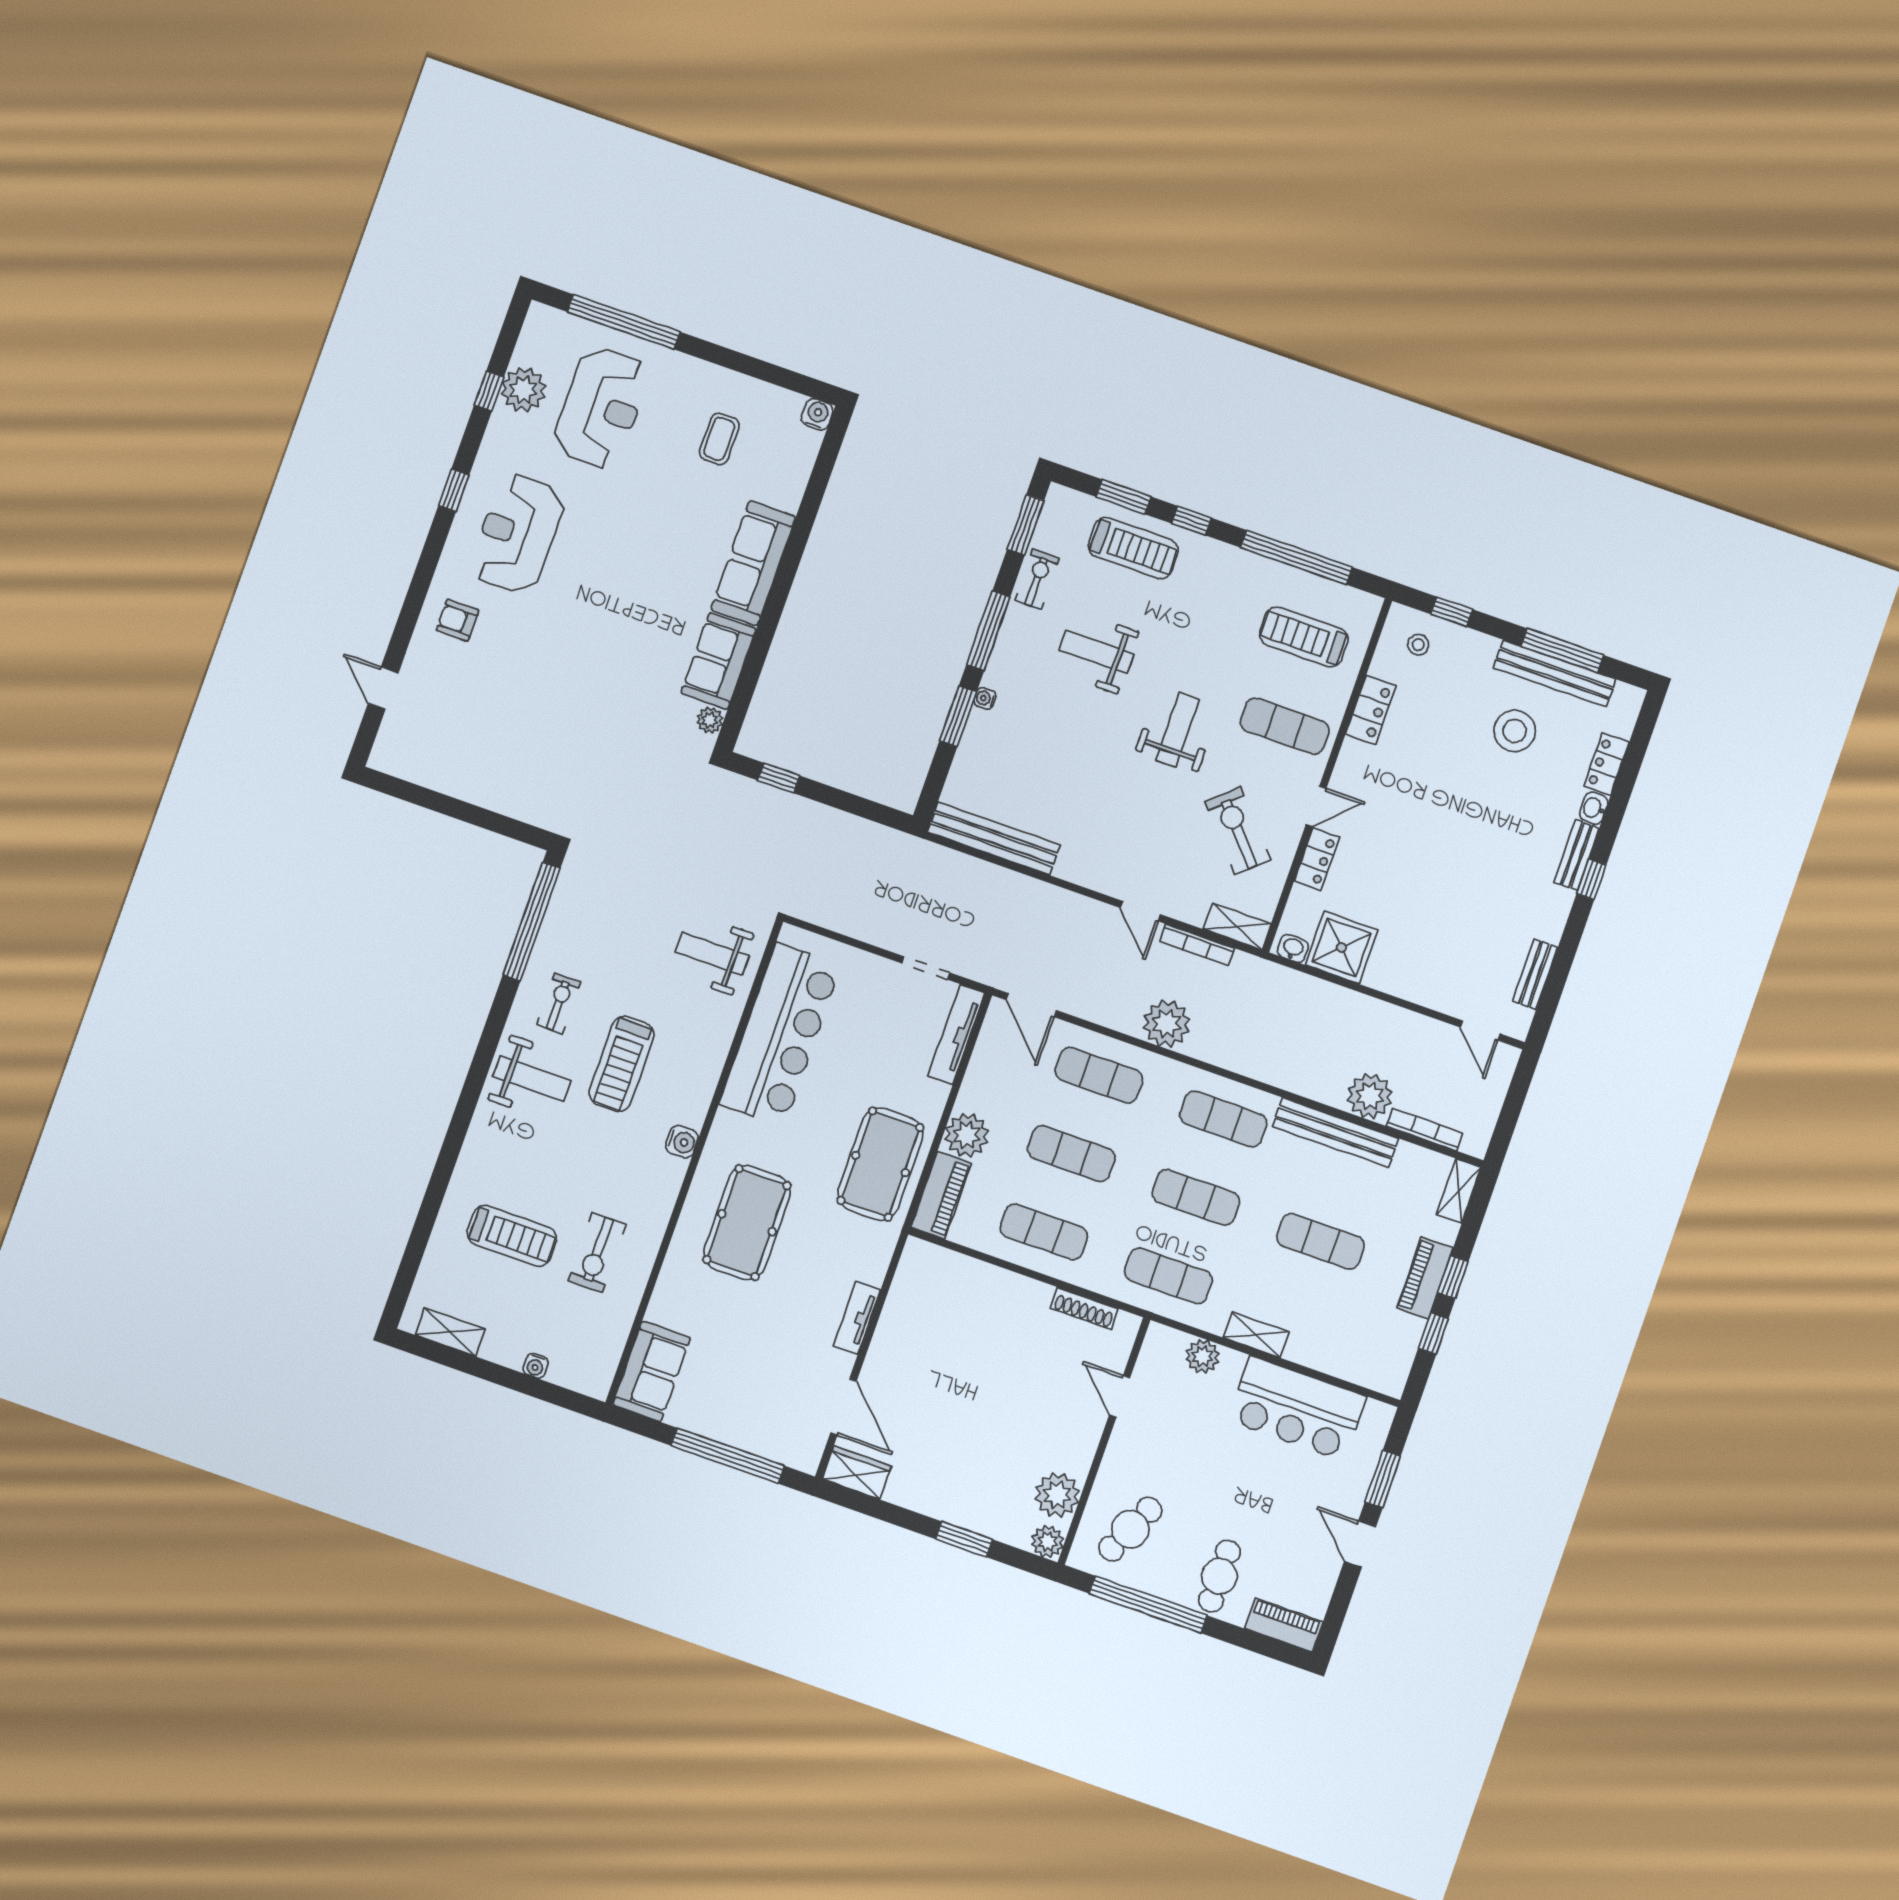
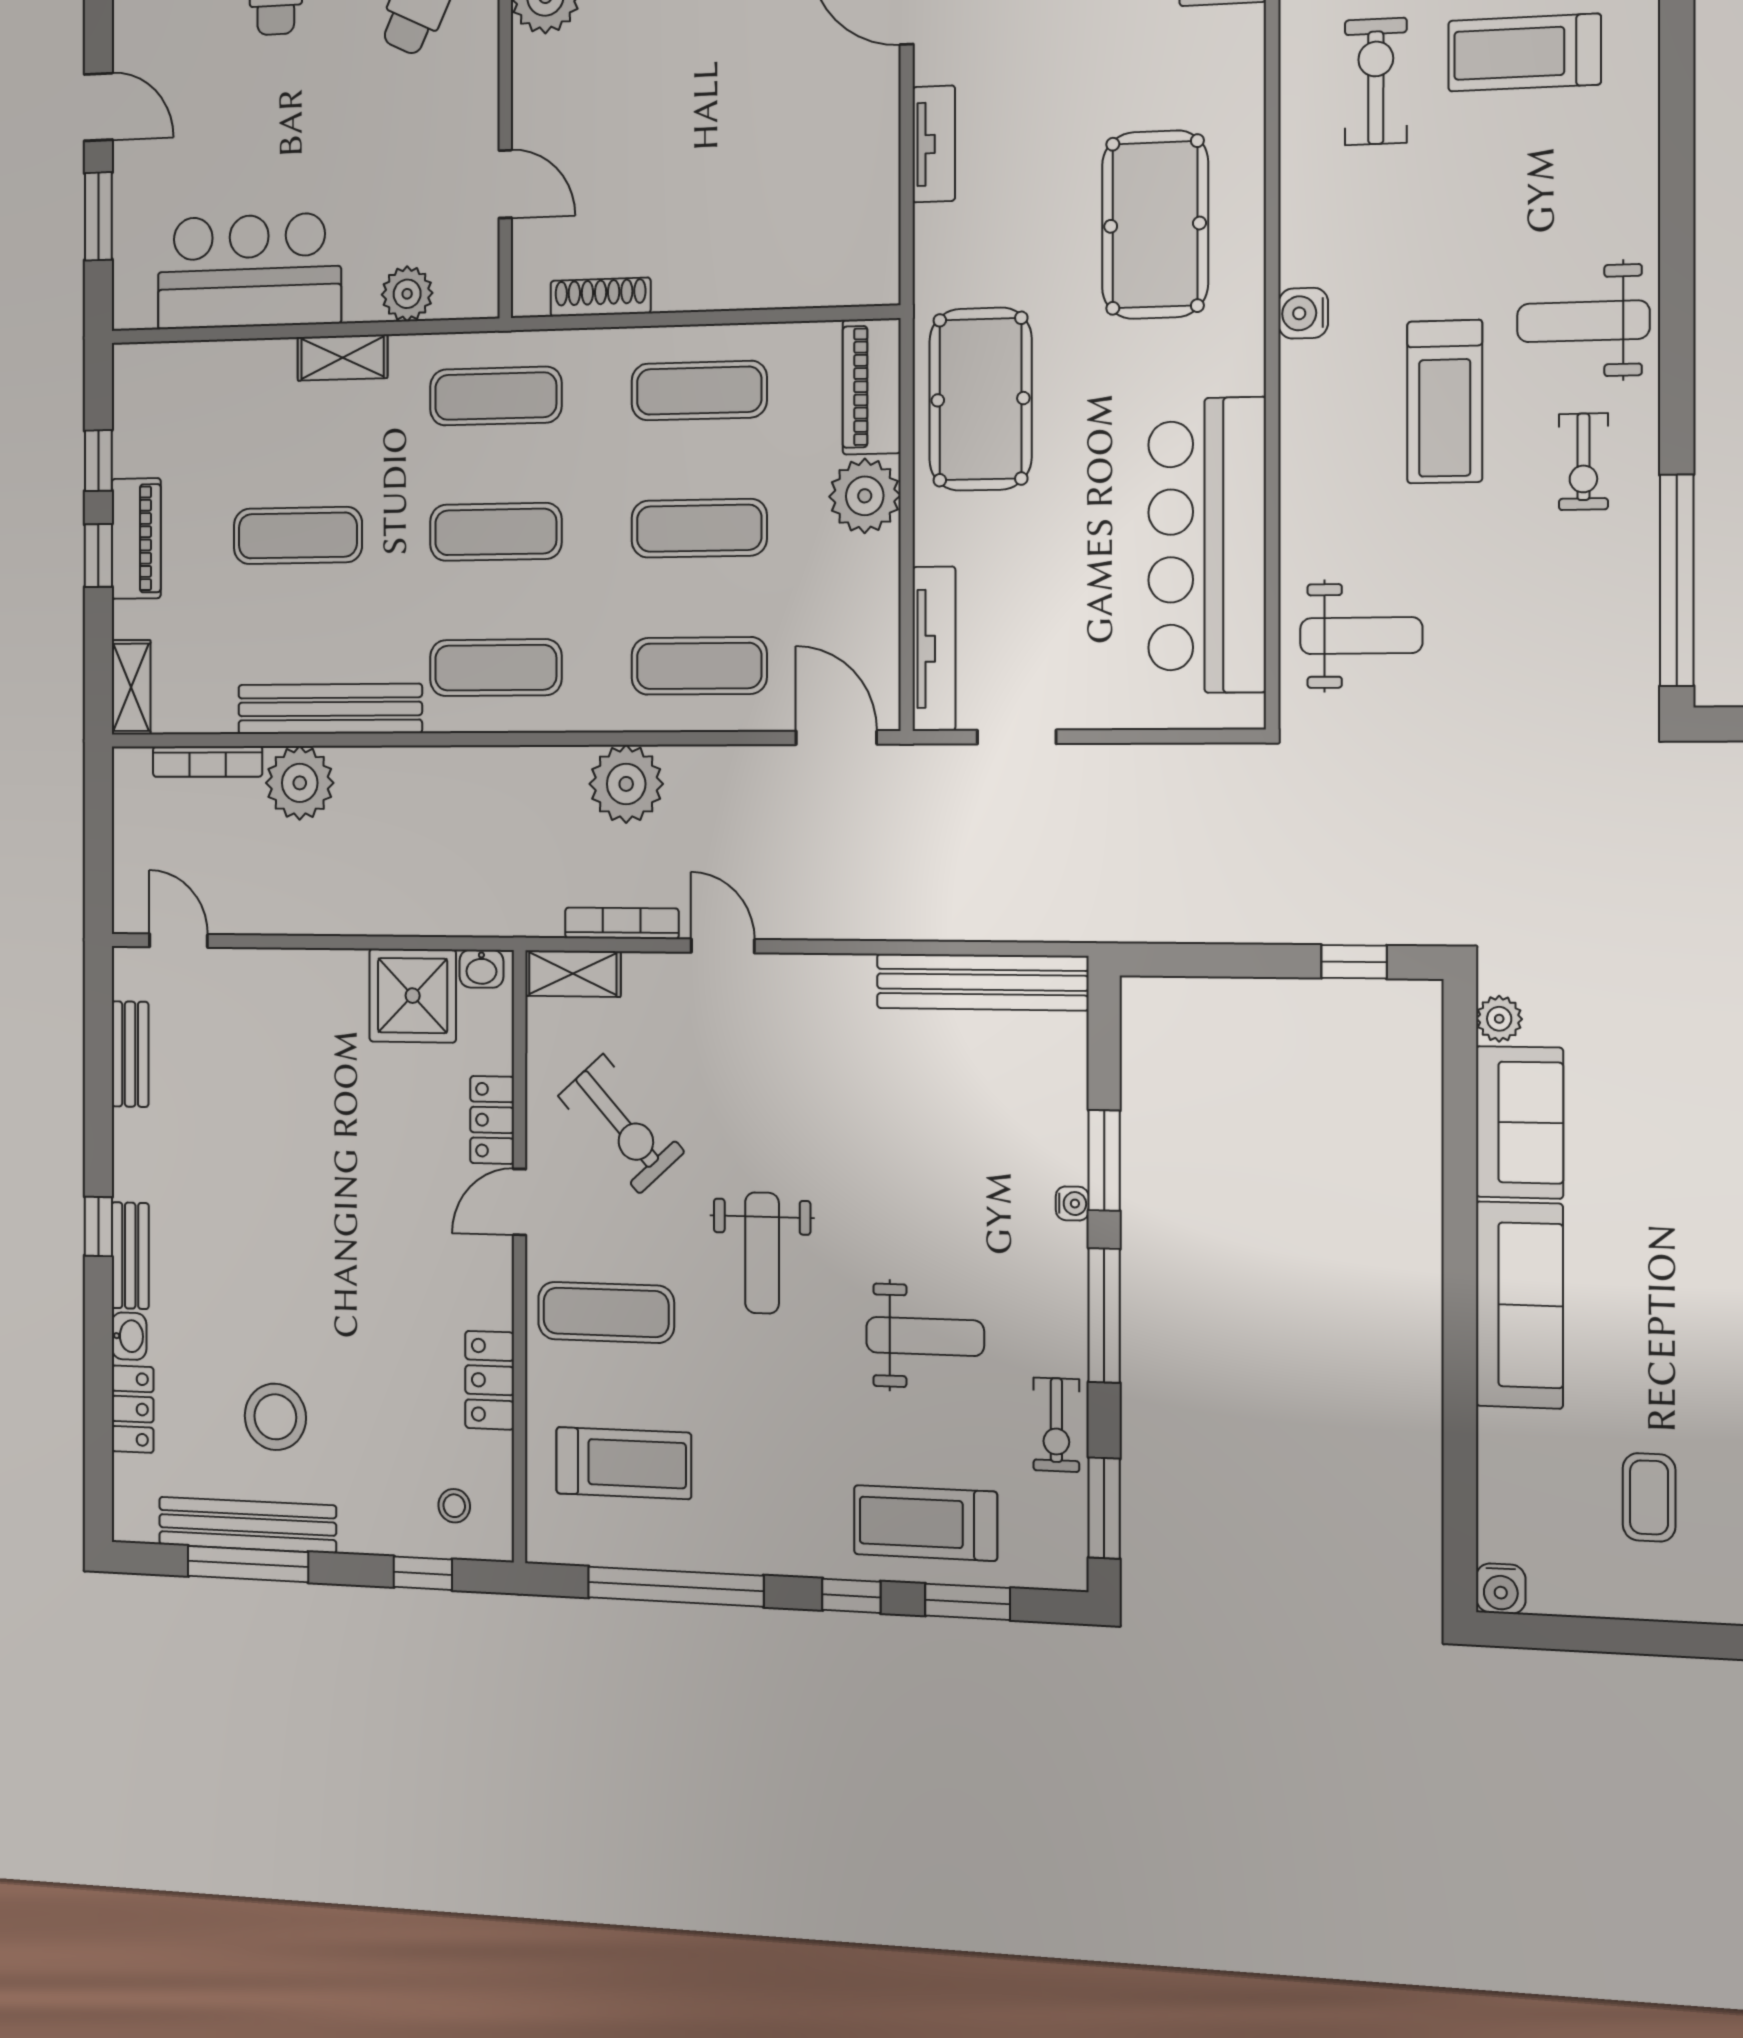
treadmill: (622, 1064) -> (1445, 402), turned 180

